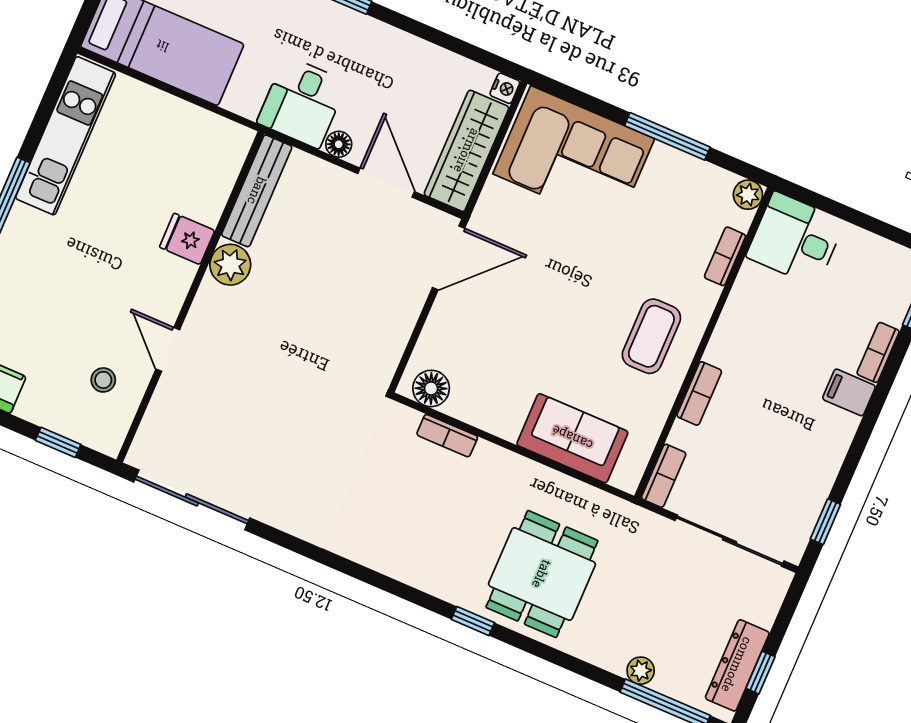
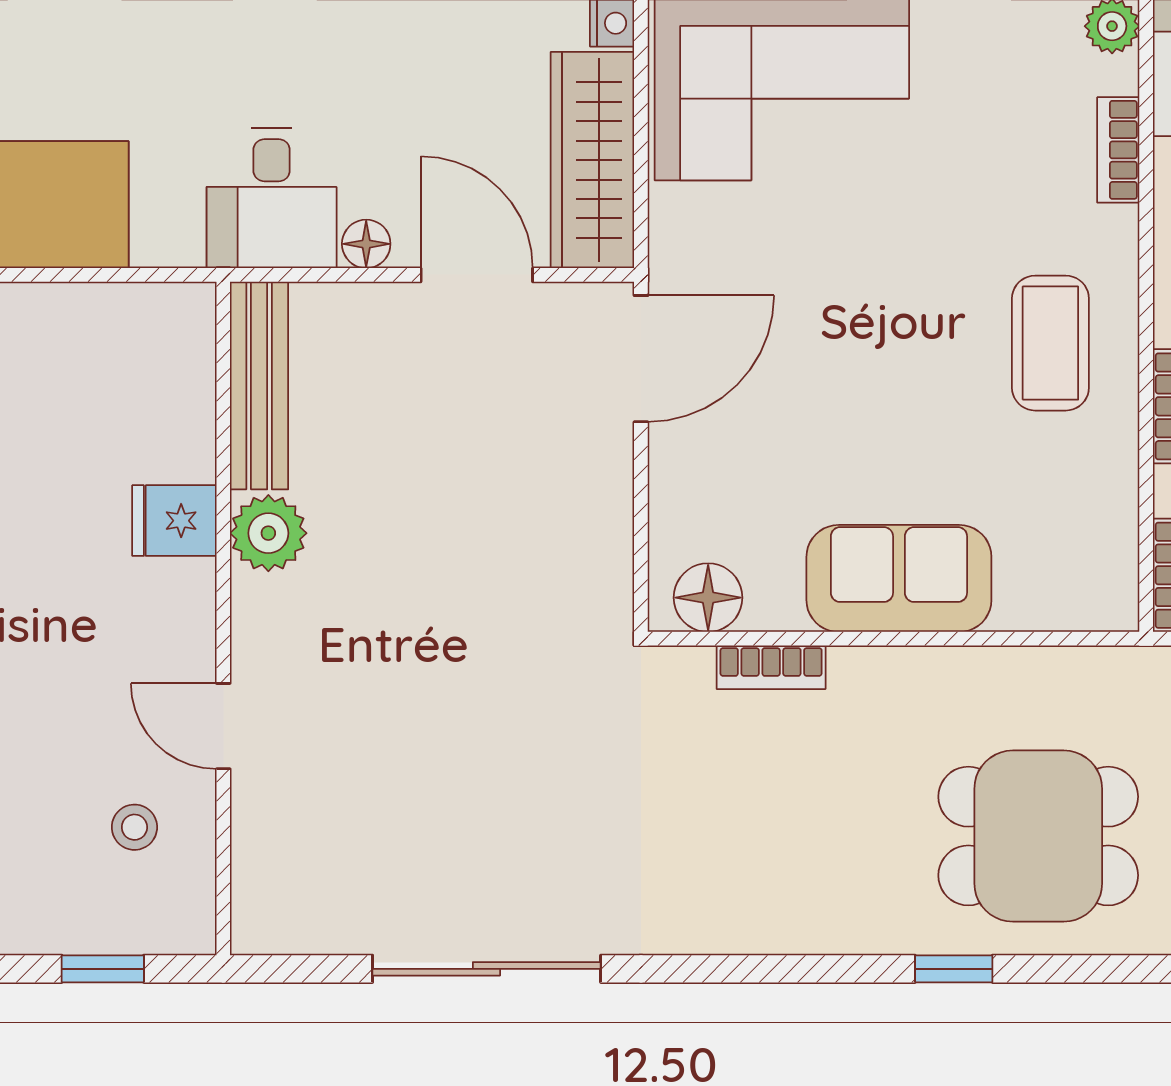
sofa: (572, 438) -> (899, 578), moved
sliding door: (192, 500) -> (487, 969), moved
dining table: (542, 574) -> (1038, 836), turned 90

